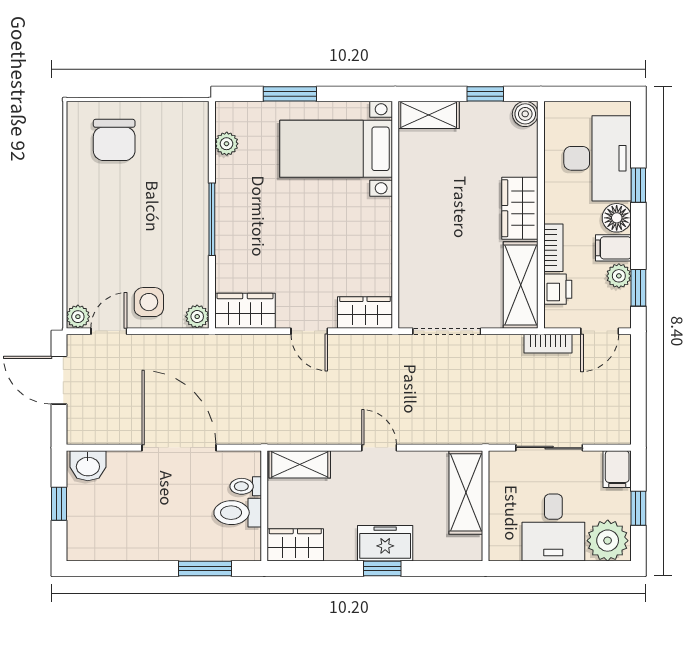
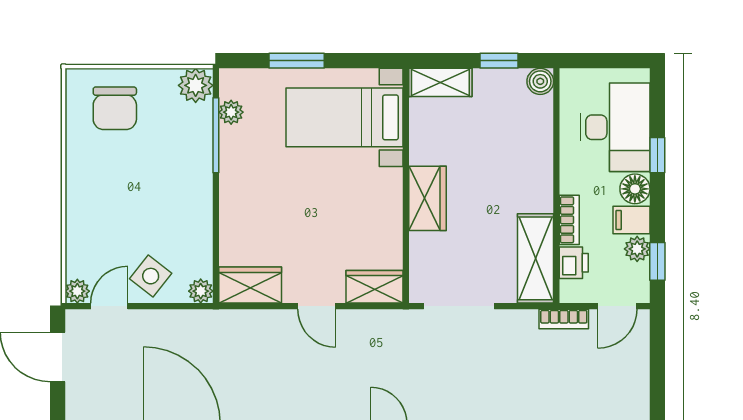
plant: (192, 118) -> (196, 85), added
wardrobe: (520, 208) -> (427, 198), moved, turned 180
window: (212, 219) -> (216, 135), moved
side table: (149, 302) -> (151, 276), turned 38

